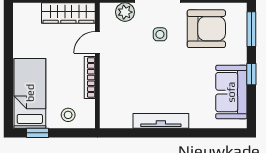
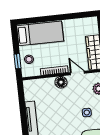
floor lamp: (109, 69) -> (61, 82), added
window: (37, 133) -> (18, 61), moved

